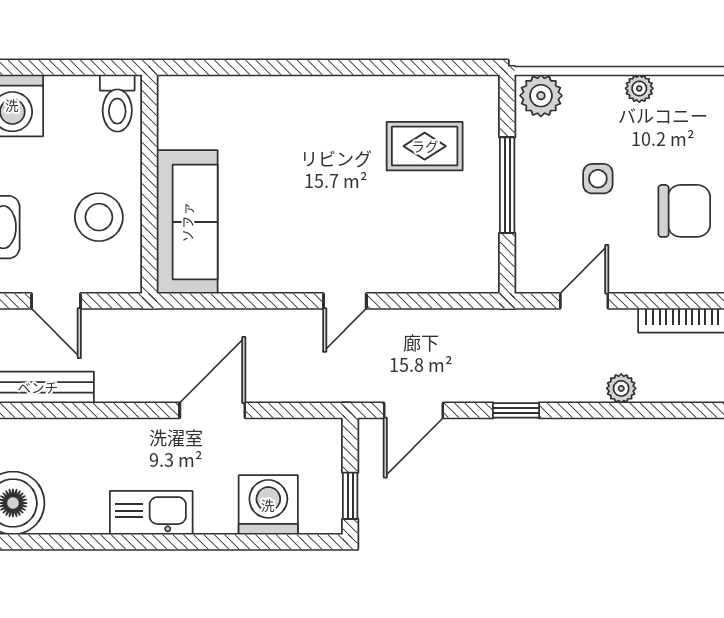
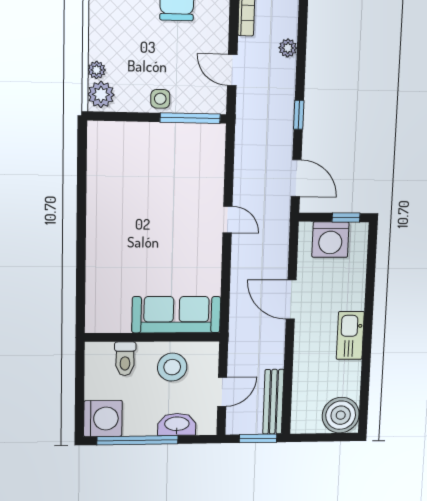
plant: (639, 88) -> (97, 70), moved
toilet: (117, 103) -> (125, 359), moved, turned 90
rug: (425, 146) -> (132, 169), removed
side table: (598, 179) -> (160, 99), moved
window: (507, 185) -> (190, 118), moved
washing machine: (268, 505) -> (330, 240), moved, turned -90

